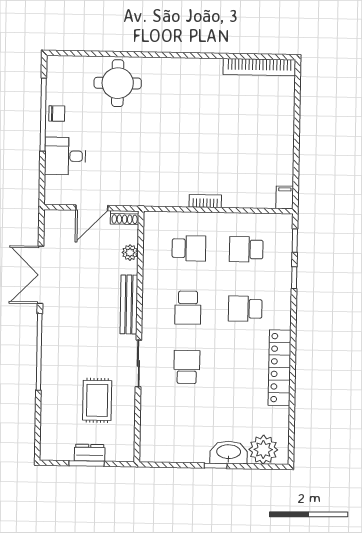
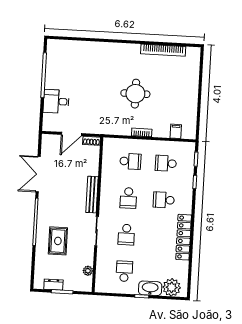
bookcase: (259, 67) -> (163, 50), moved
round table: (118, 83) -> (135, 94), moved
chair: (57, 114) -> (52, 75), removed
filing cabinet: (285, 197) -> (176, 131), moved
plant: (130, 253) -> (88, 271), moved
school desk: (187, 367) -> (126, 235), turned 180
rug: (97, 400) -> (58, 241), moved
school desk: (186, 426) -> (124, 271), added
dresser: (90, 453) -> (53, 285), moved

